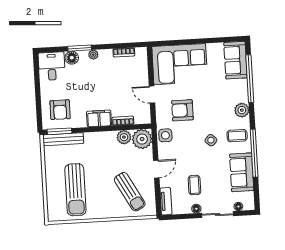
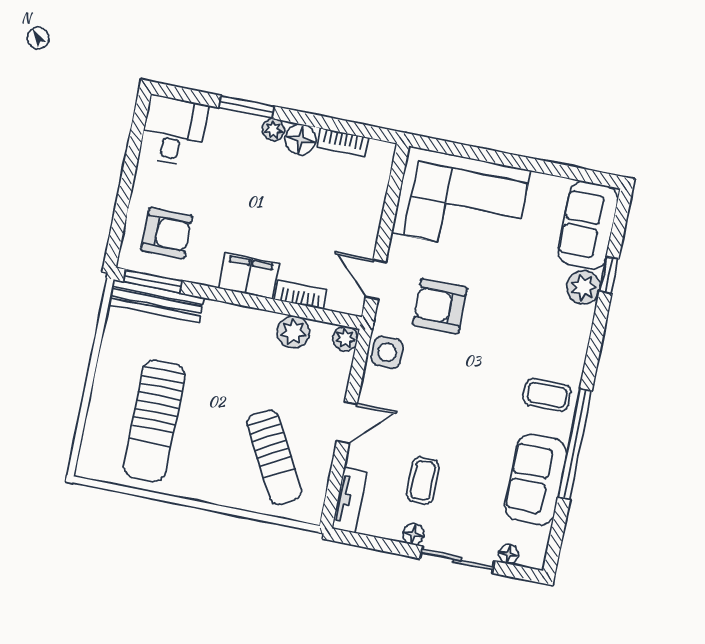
floor lamp: (72, 58) -> (301, 139), moved
window: (250, 79) -> (609, 275), width x0.32
door: (152, 95) -> (376, 280), moved
armchair: (60, 110) -> (167, 233), turned -90
plant: (242, 110) -> (583, 287), moved
plant: (142, 139) -> (345, 338), width x0.53, depth x0.53
side table: (211, 140) -> (486, 390), removed

